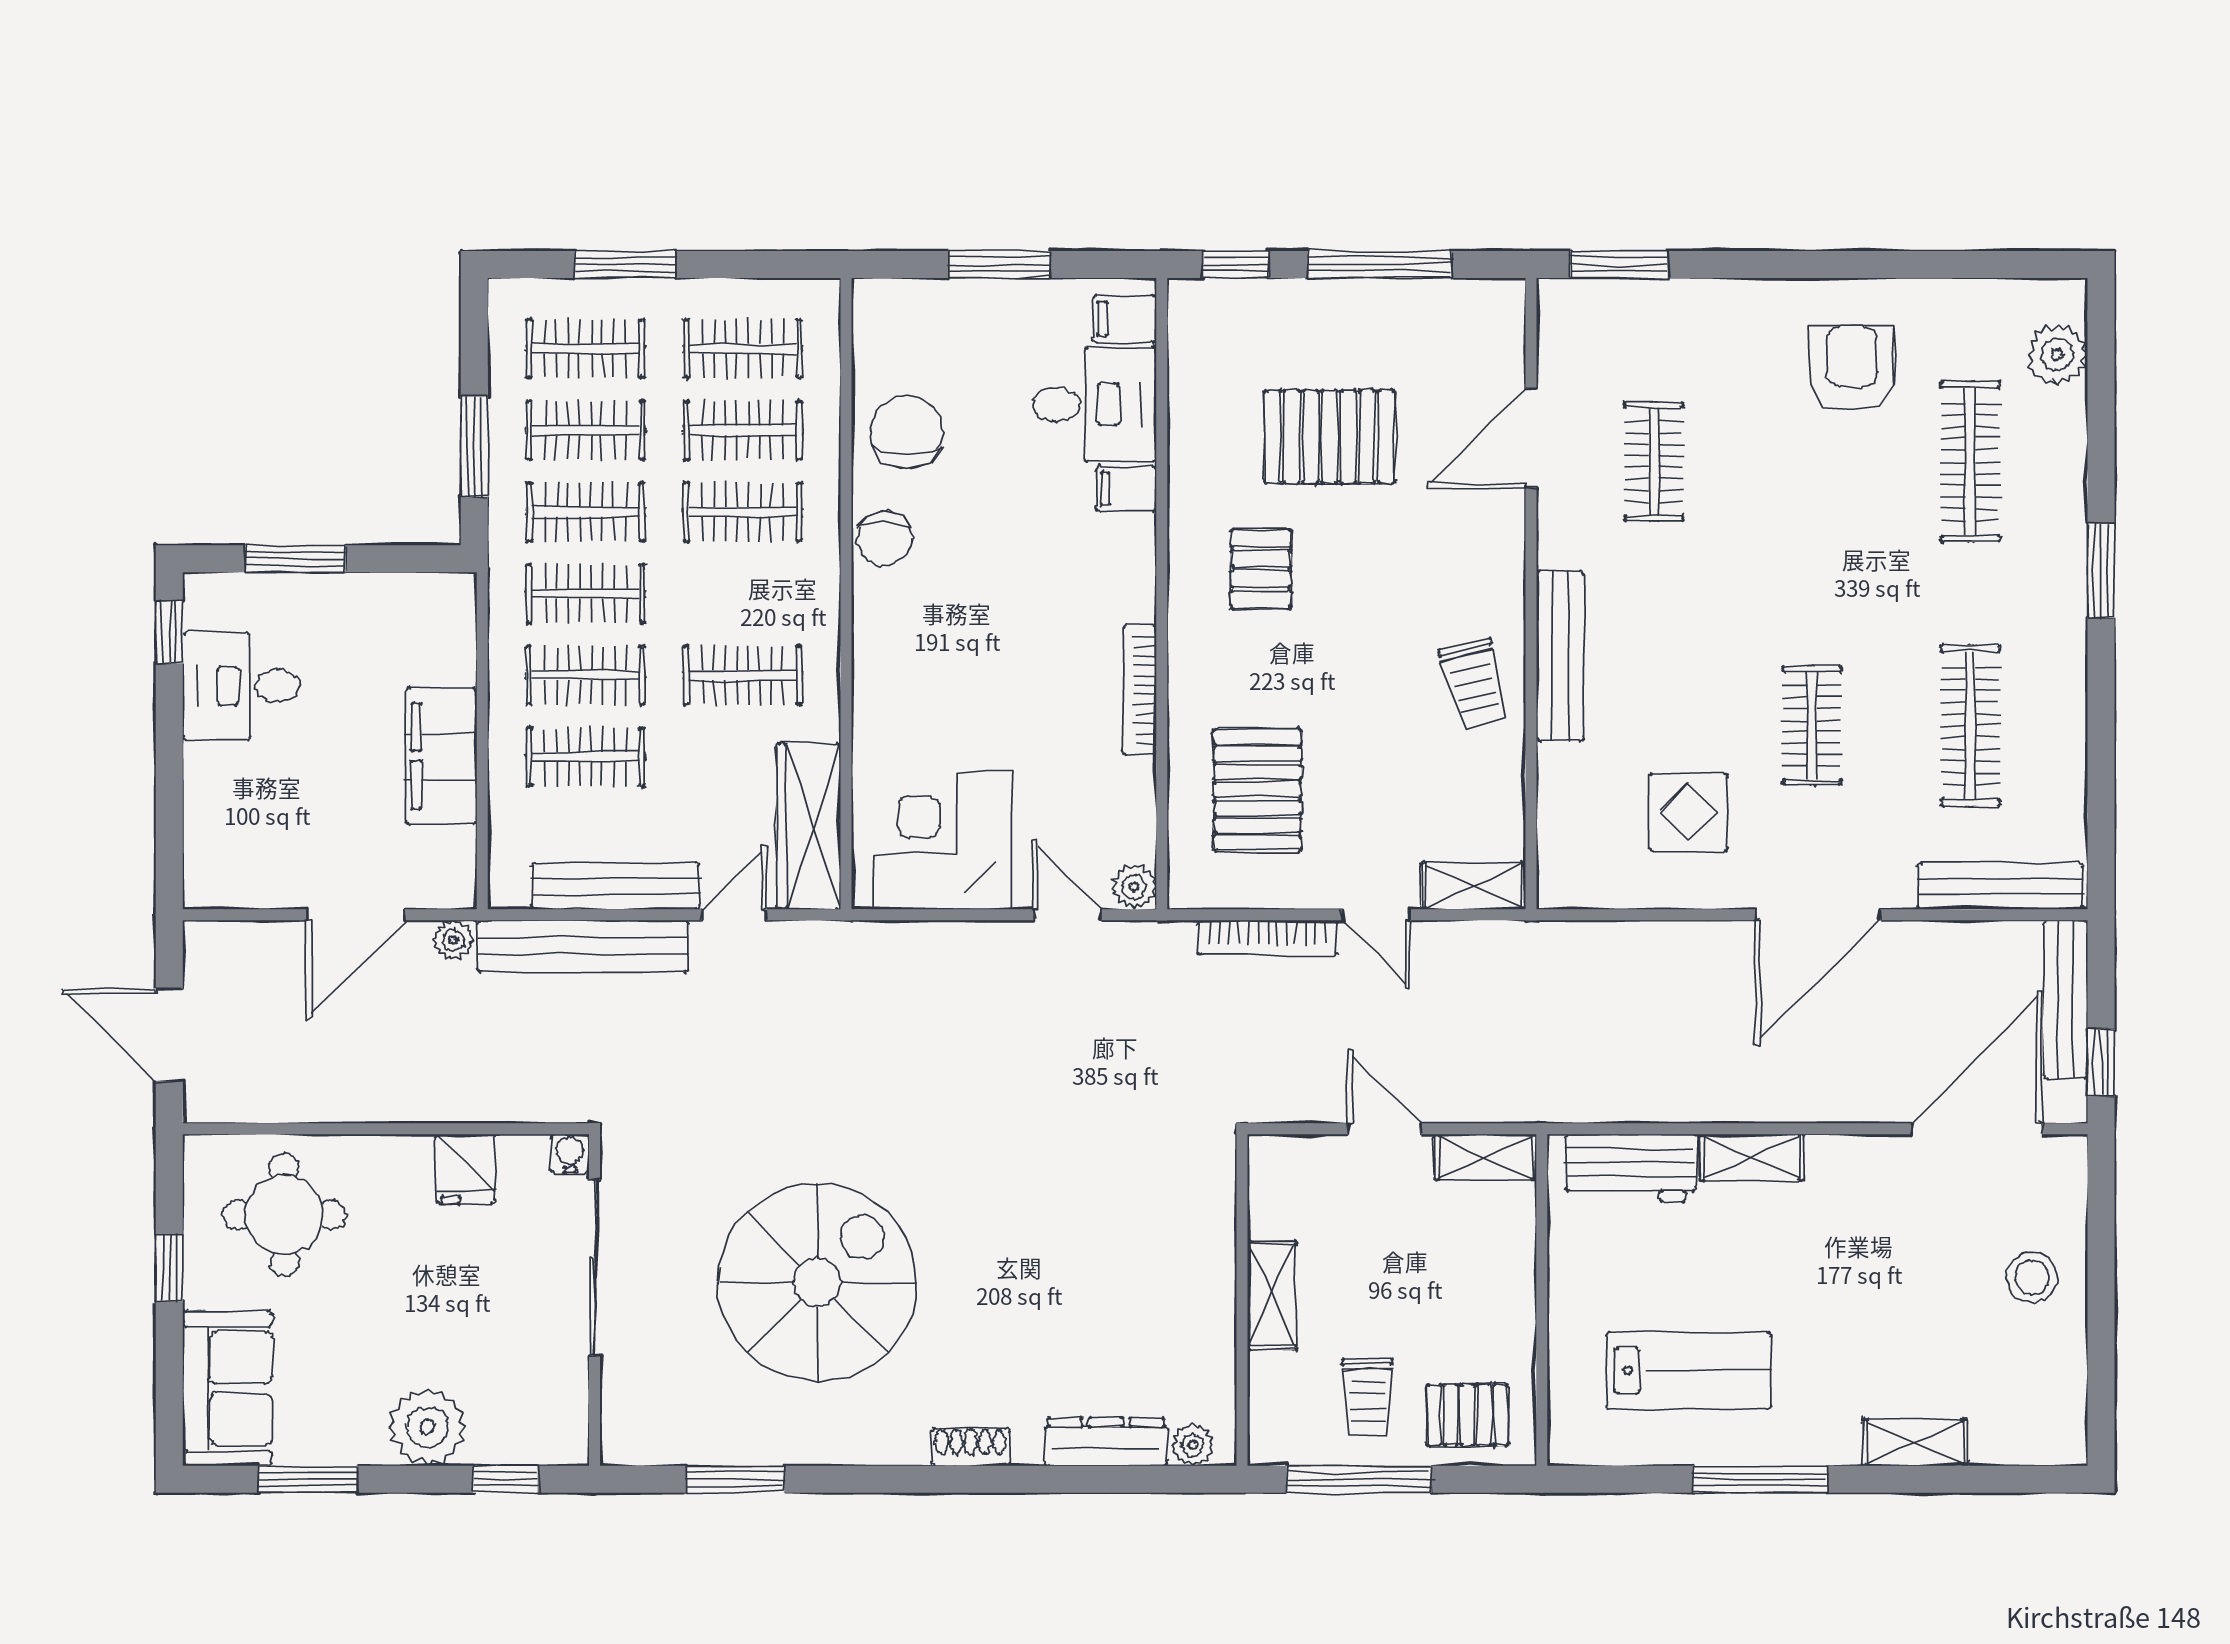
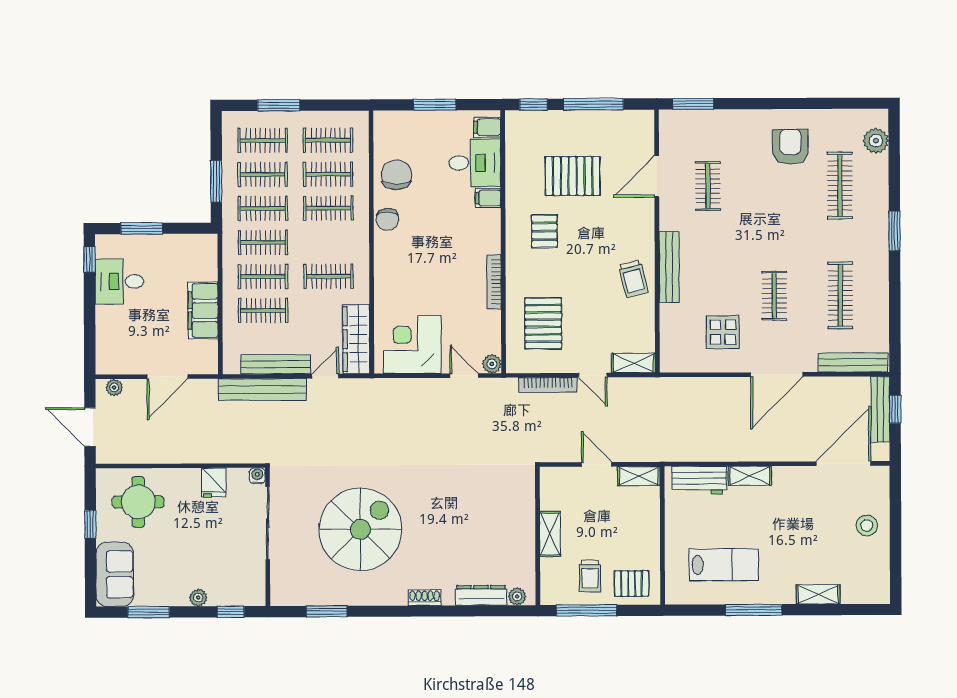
plant: (453, 940) -> (114, 387), moved
window: (2101, 1063) -> (895, 409), moved
plant: (427, 1427) -> (198, 598), width x0.53, depth x0.53

